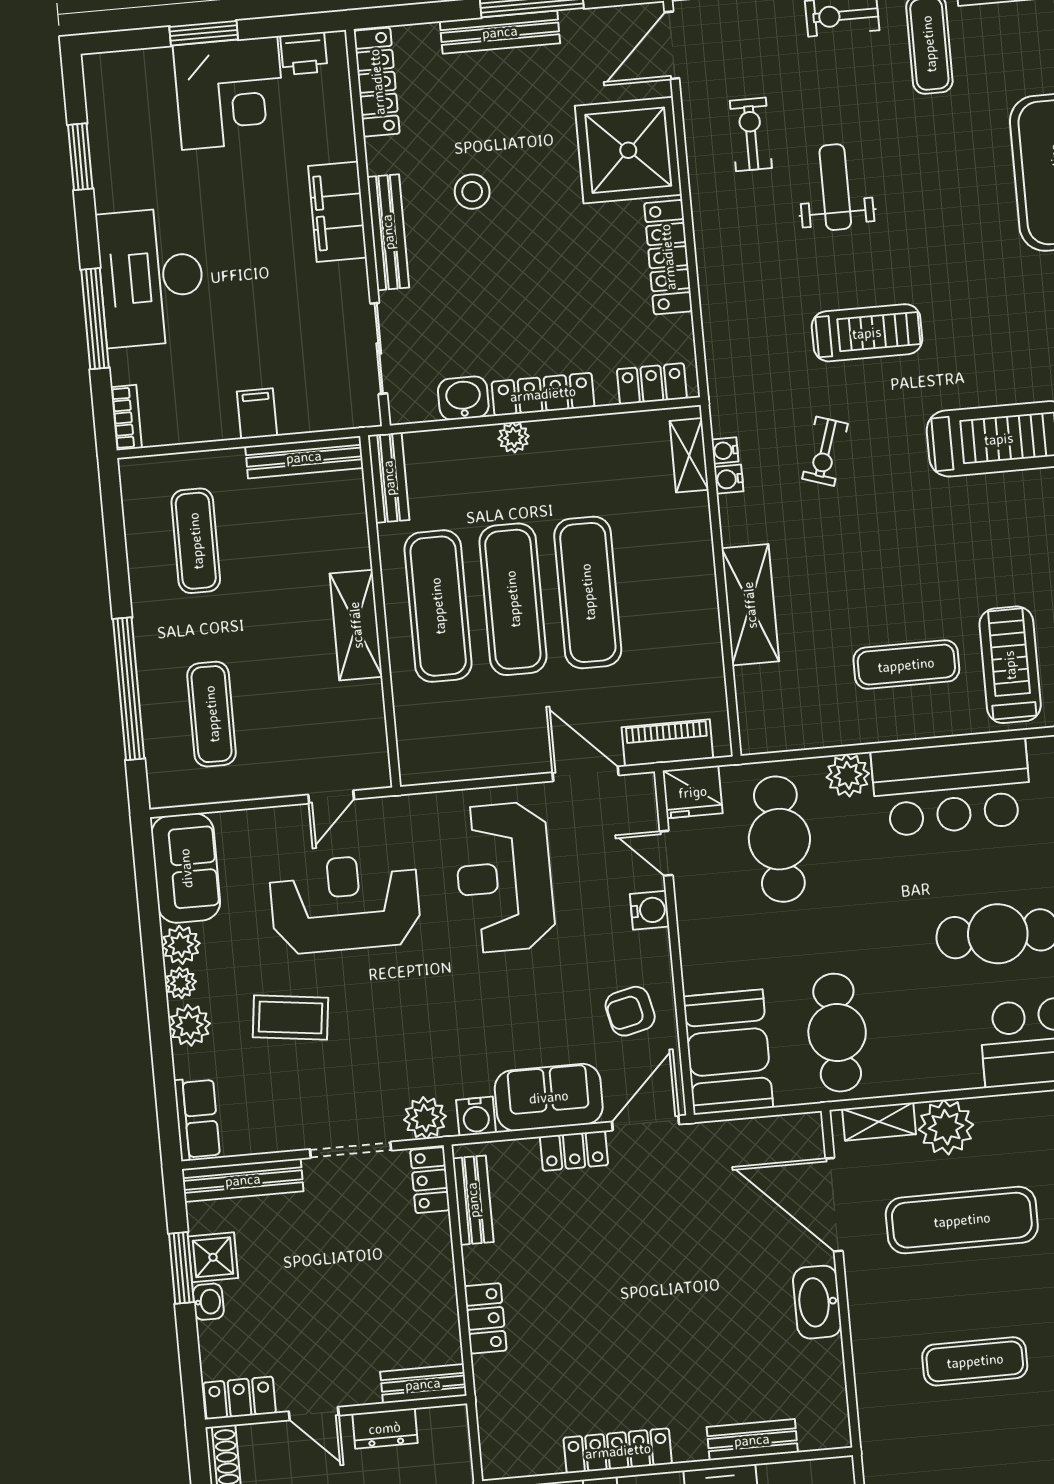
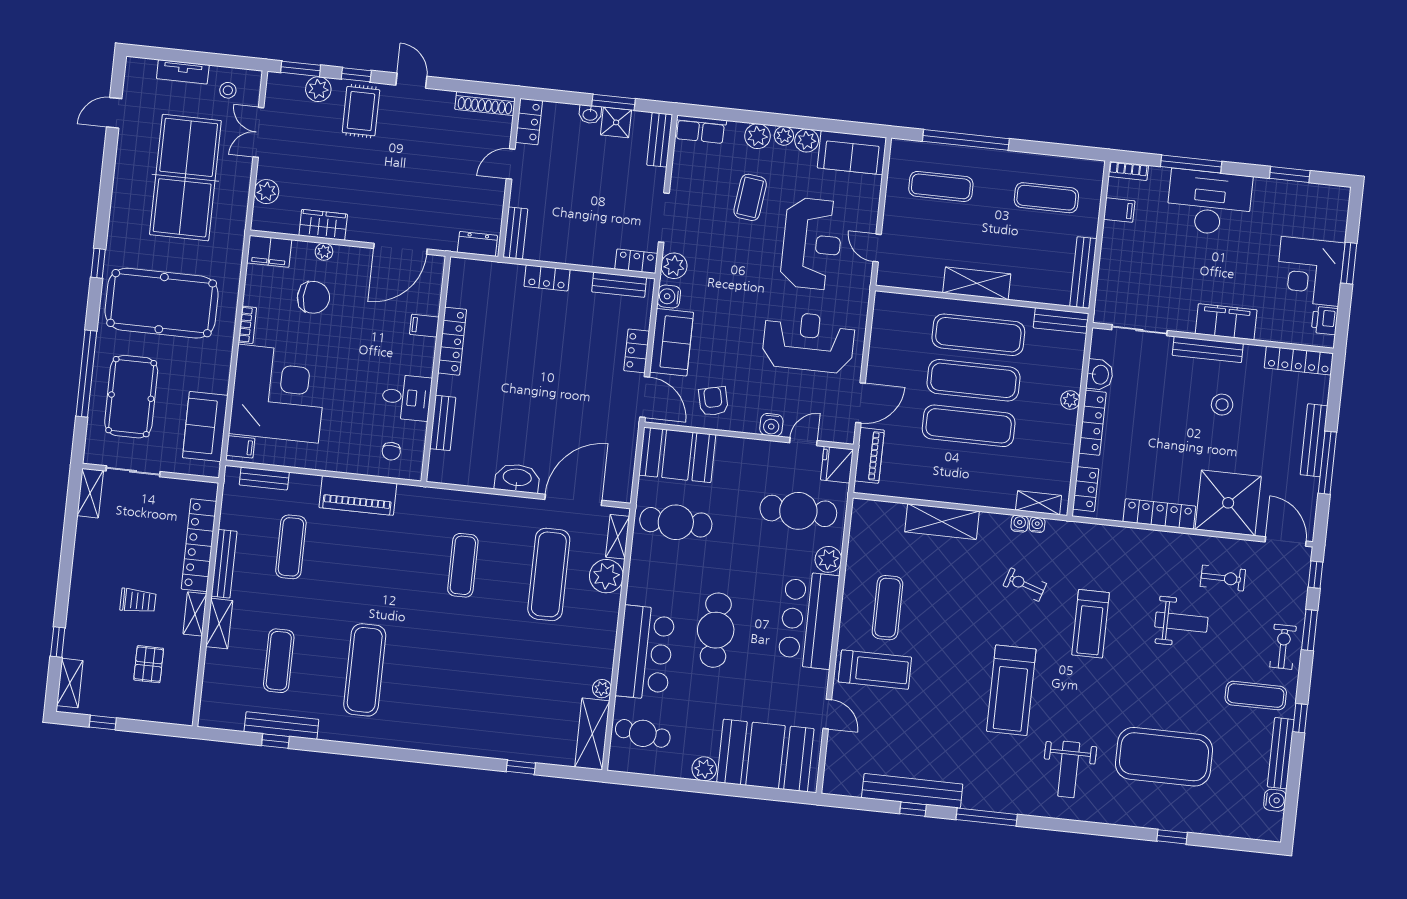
filing cabinet: (257, 414) -> (1119, 210), moved
bench: (243, 1180) -> (660, 140), width x0.73
dresser: (385, 1428) -> (477, 244), moved, turned 90

